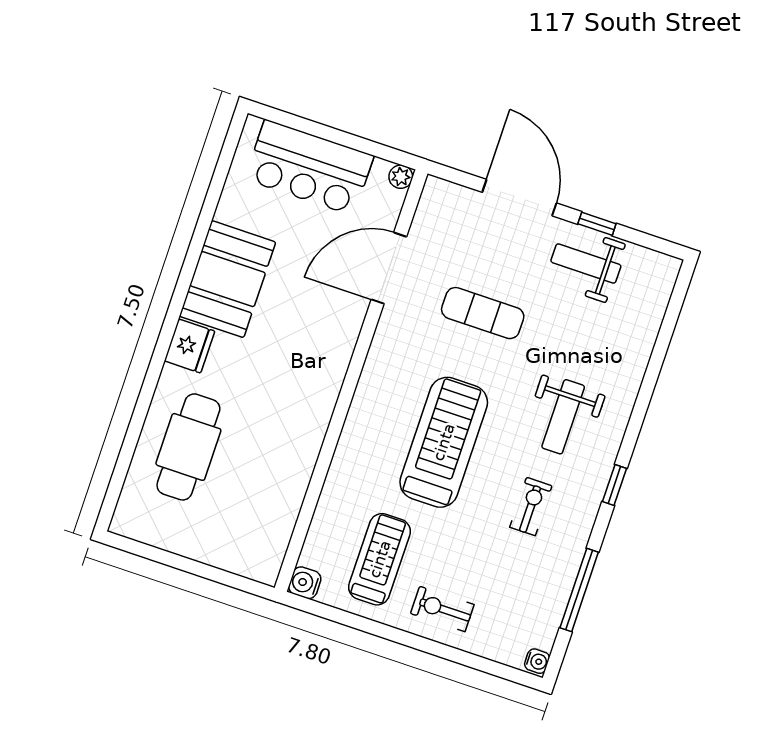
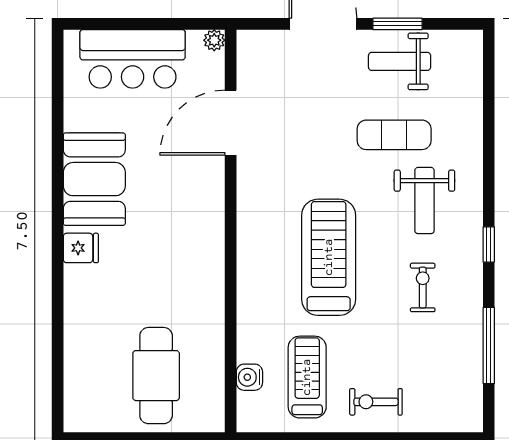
window: (597, 224) -> (398, 24), width x1.50
exercise mat: (483, 313) -> (394, 135), moved
fridge: (189, 346) -> (81, 248), width x0.72
cafe table: (188, 447) -> (156, 376), moved
water cooler: (305, 583) -> (249, 377), moved
water cooler: (537, 661) -> (473, 419), removed

